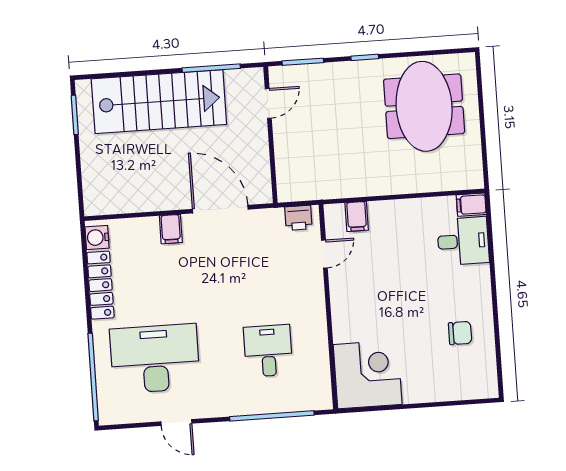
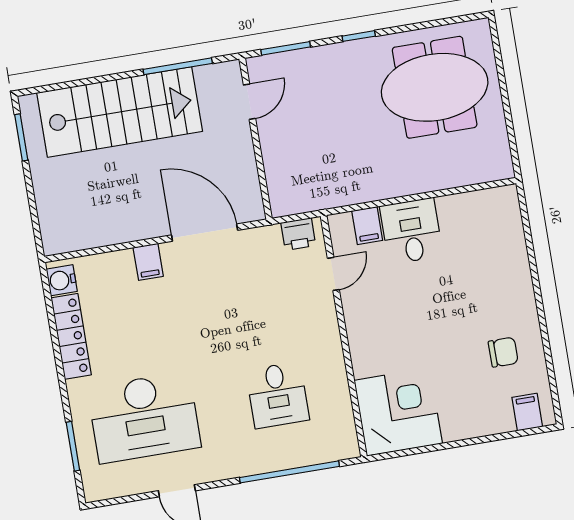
meeting table: (424, 106) -> (435, 87), turned 90
filing cabinet: (471, 205) -> (527, 412), moved, turned 90
desk: (463, 241) -> (411, 231), moved, turned -90
desk: (268, 351) -> (278, 395), turned 180
desk: (155, 359) -> (144, 417), turned 180
window: (93, 377) -> (73, 446), width x0.47

